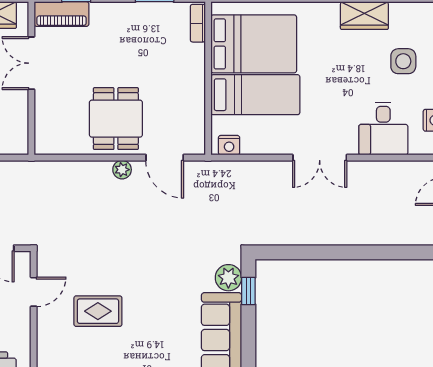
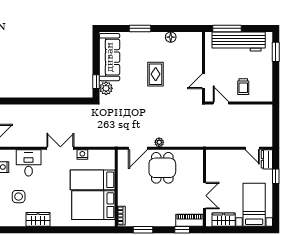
nightstand: (229, 145) -> (82, 155), moved
door: (165, 158) -> (138, 148), swing flipped
rug: (98, 311) -> (156, 74), moved, turned 90

